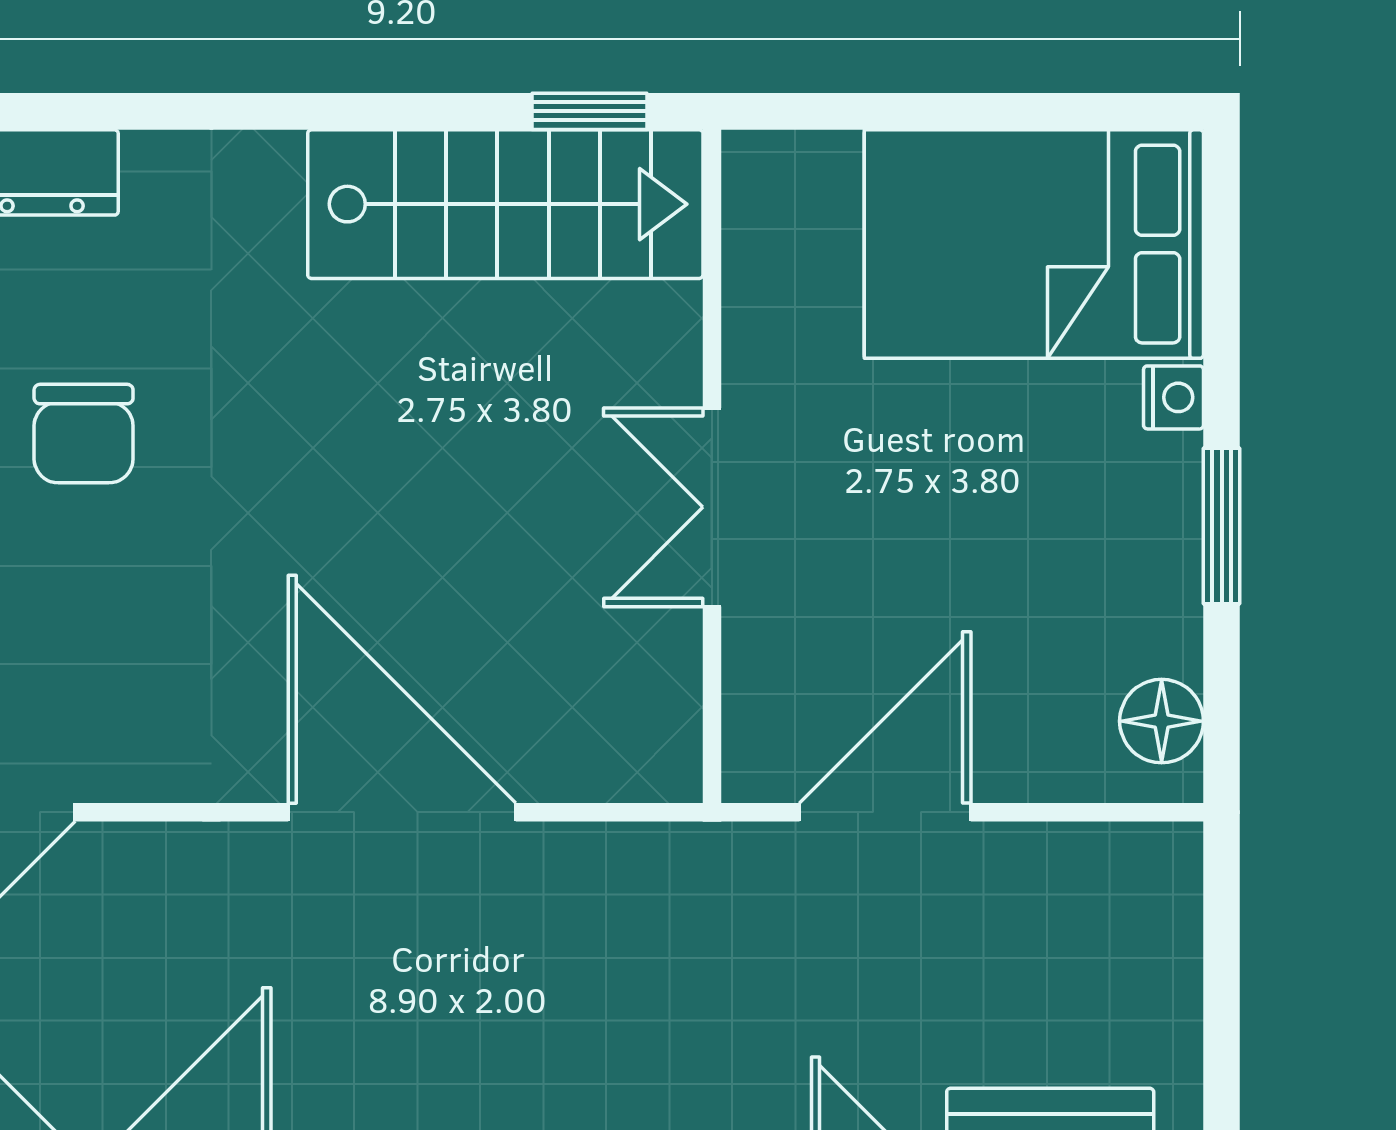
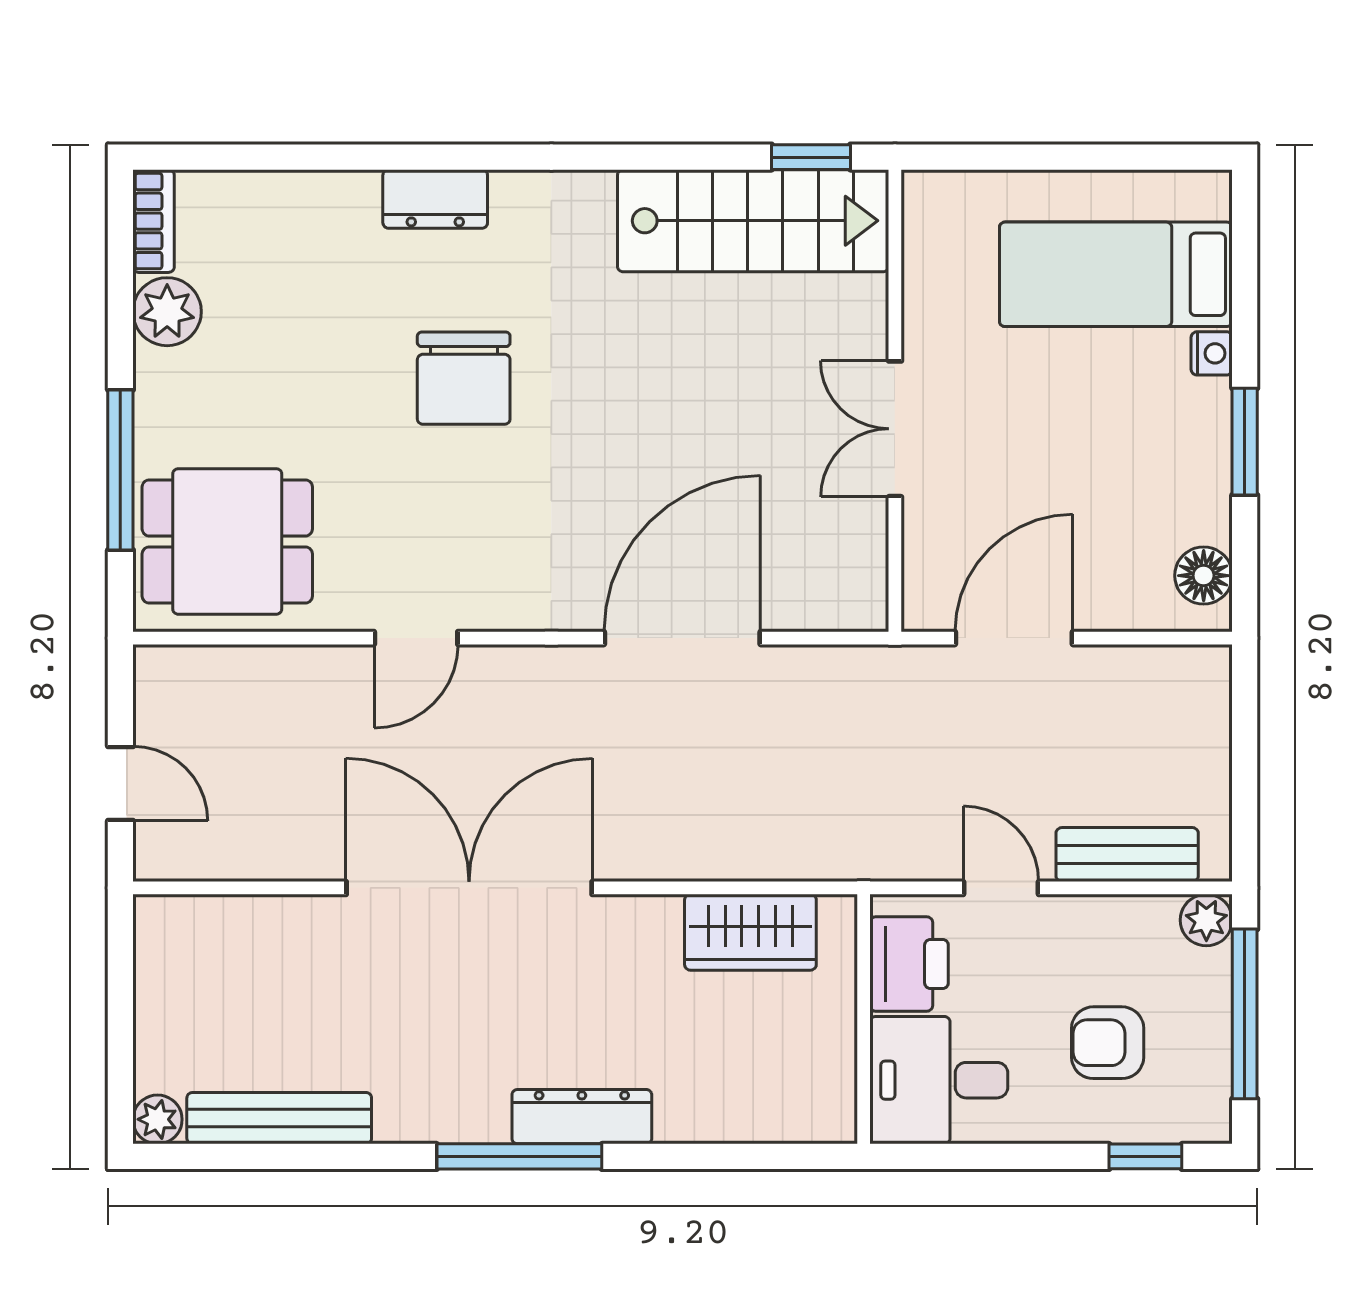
bed: (1034, 244) -> (1116, 274), width x0.67
chair: (84, 434) -> (464, 378), width x1.37, depth x1.37
door: (402, 812) -> (682, 638), hinge flipped

